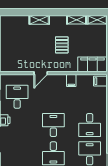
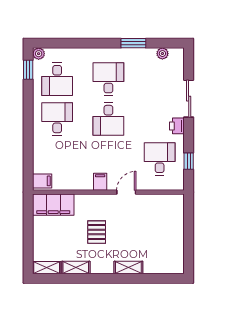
filing cabinet: (71, 81) -> (100, 182), moved
desk: (17, 97) -> (160, 159), turned 180

